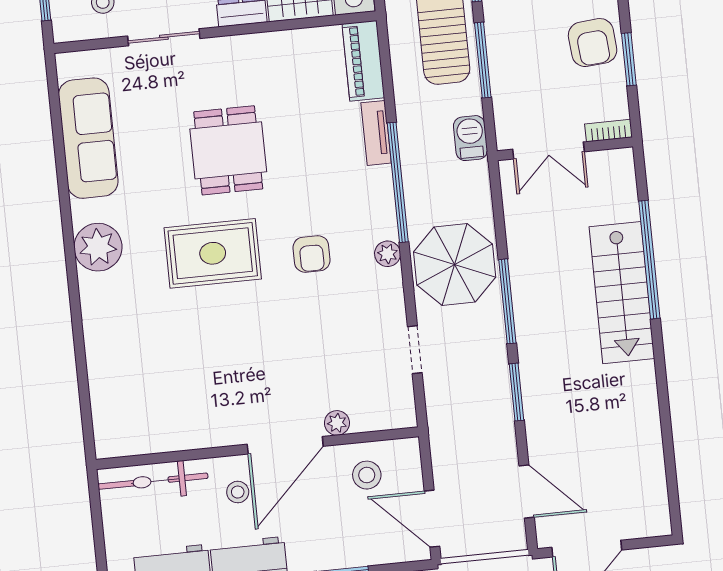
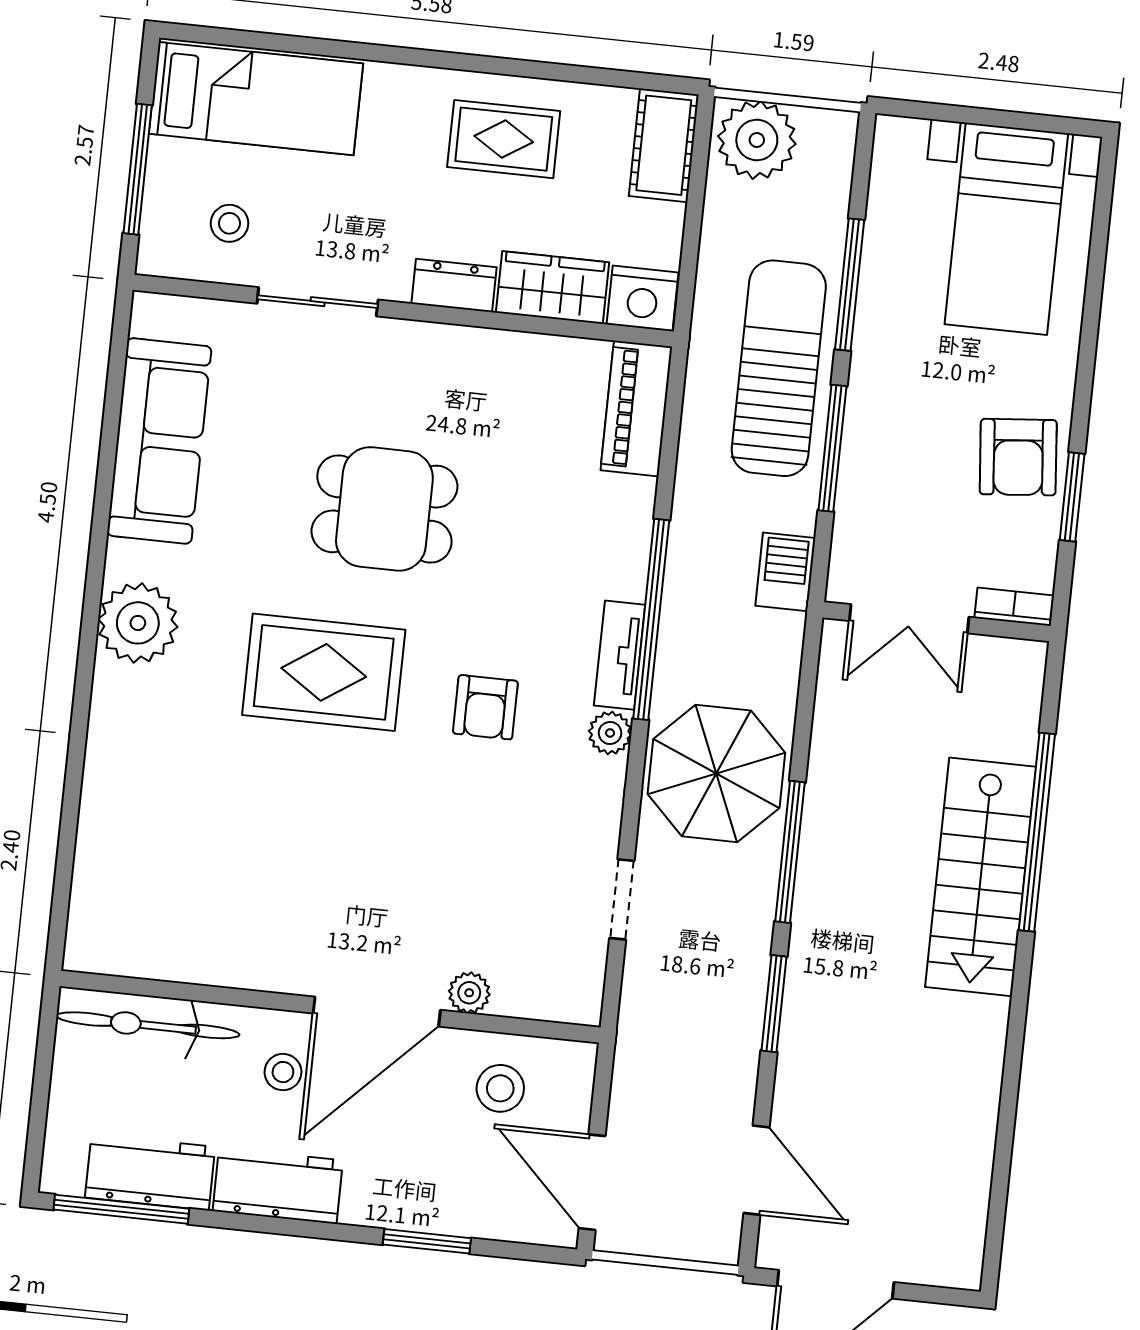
tv unit: (376, 133) -> (620, 655), moved
dining table: (228, 150) -> (384, 509), turned 90

